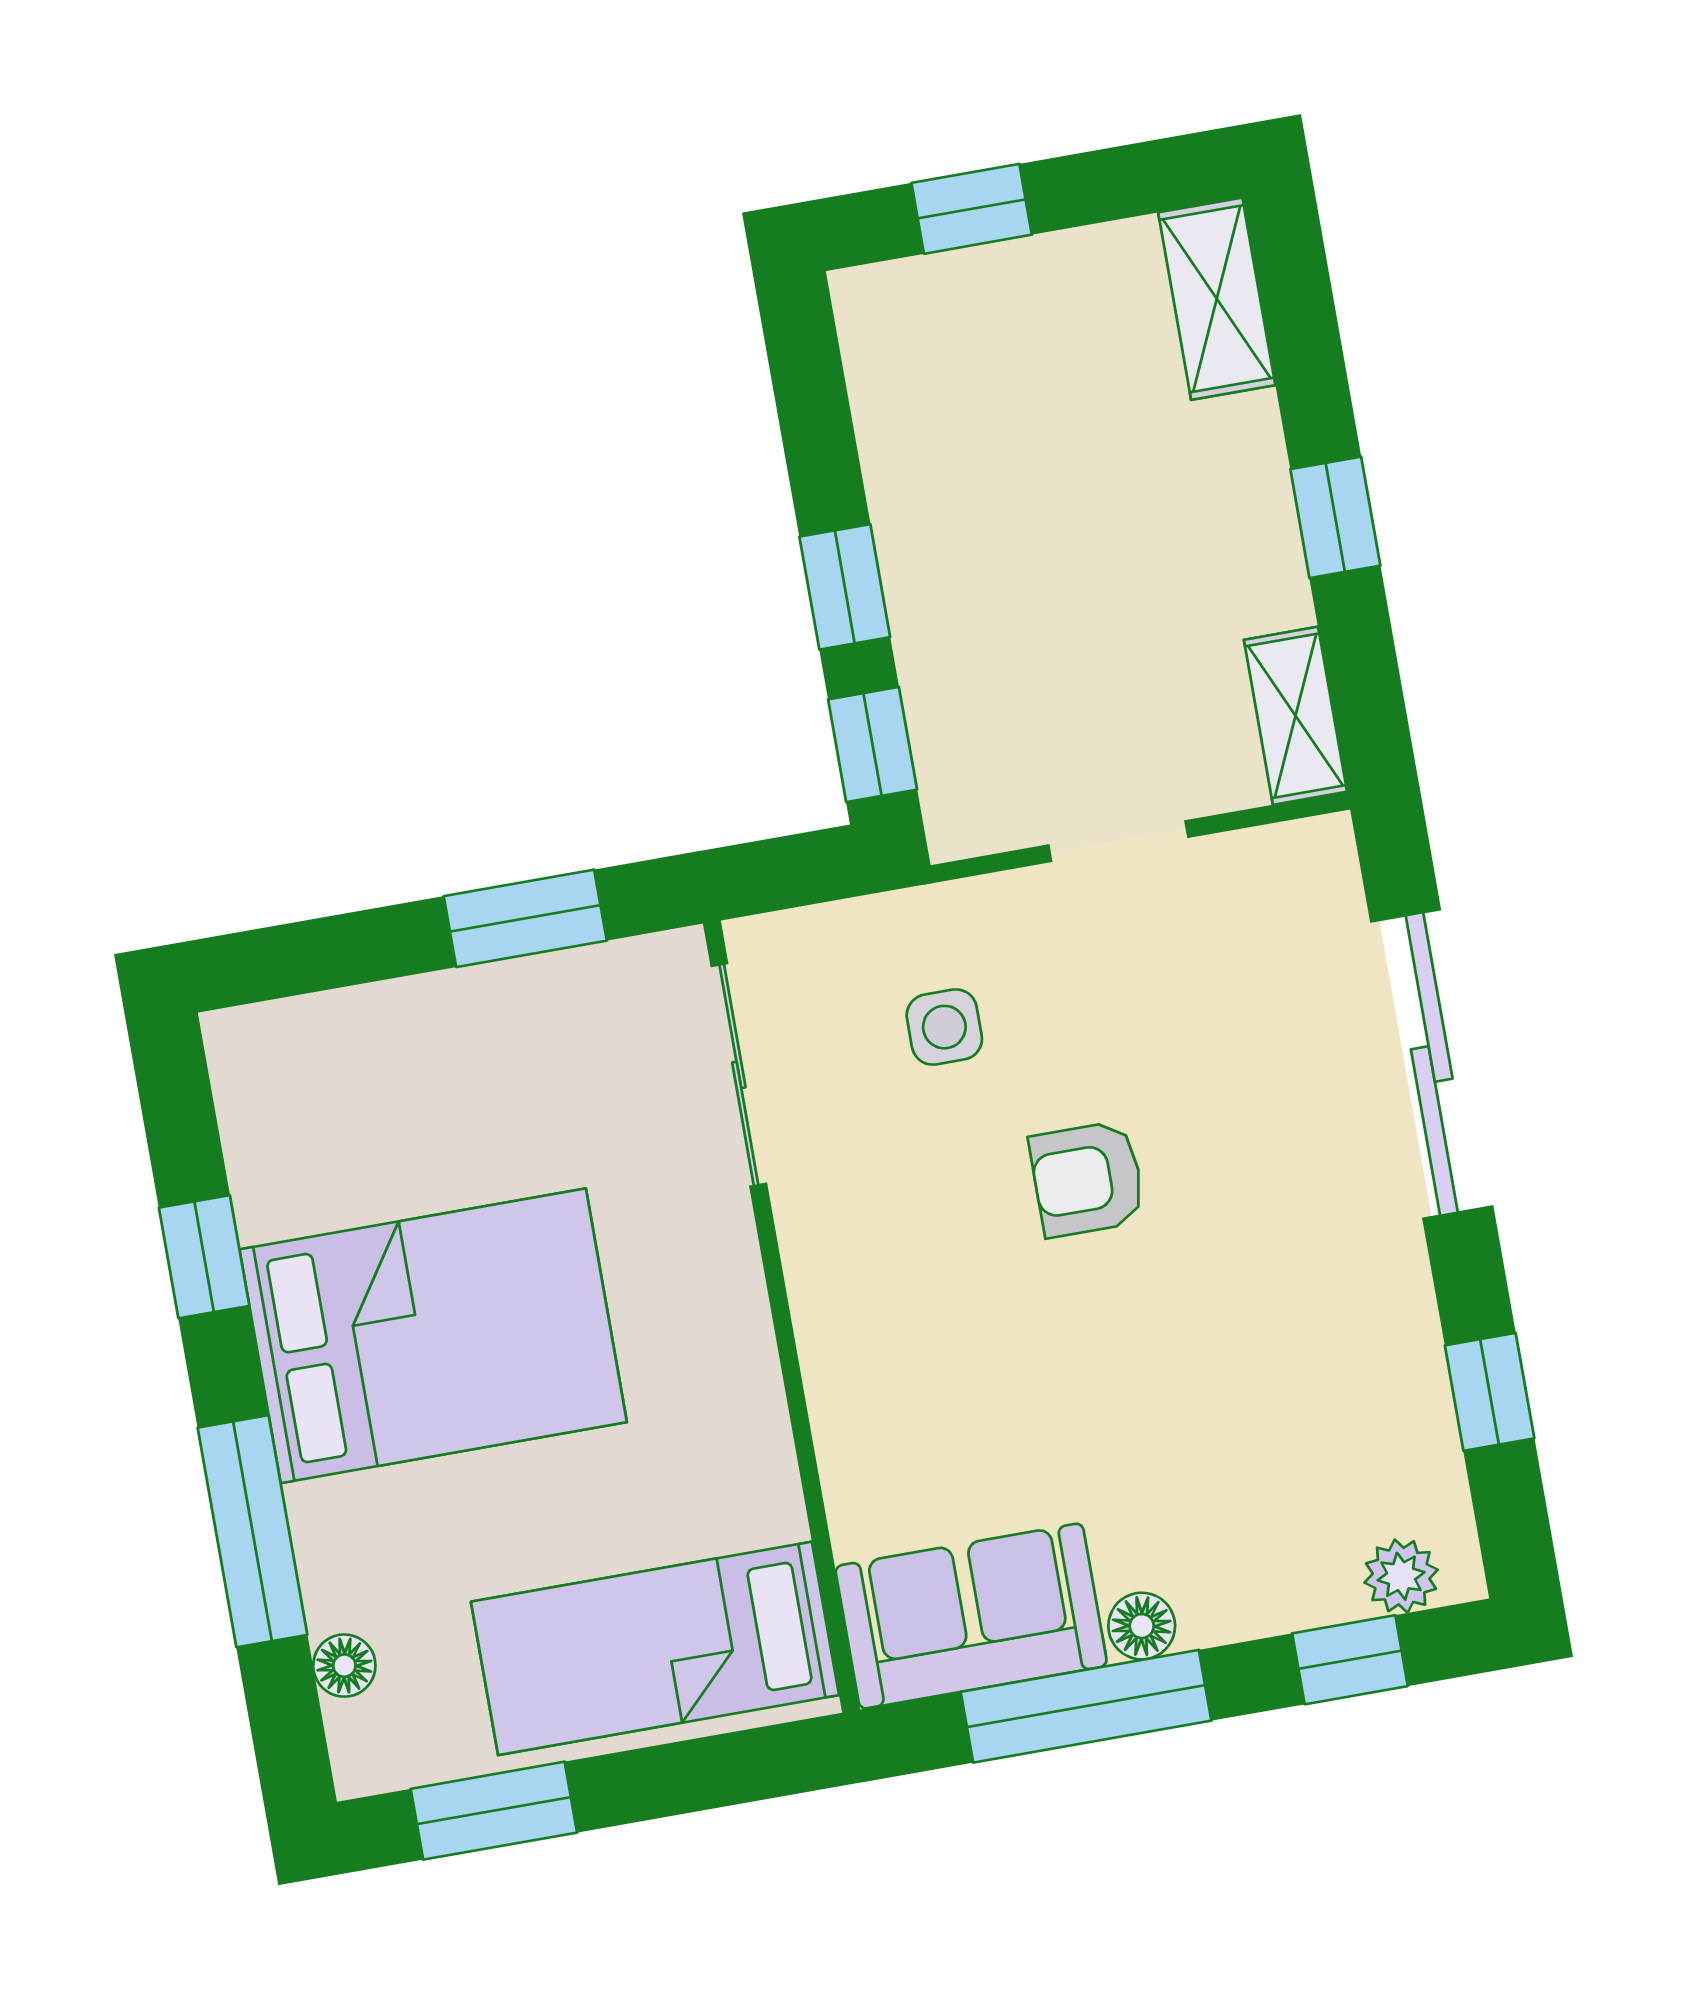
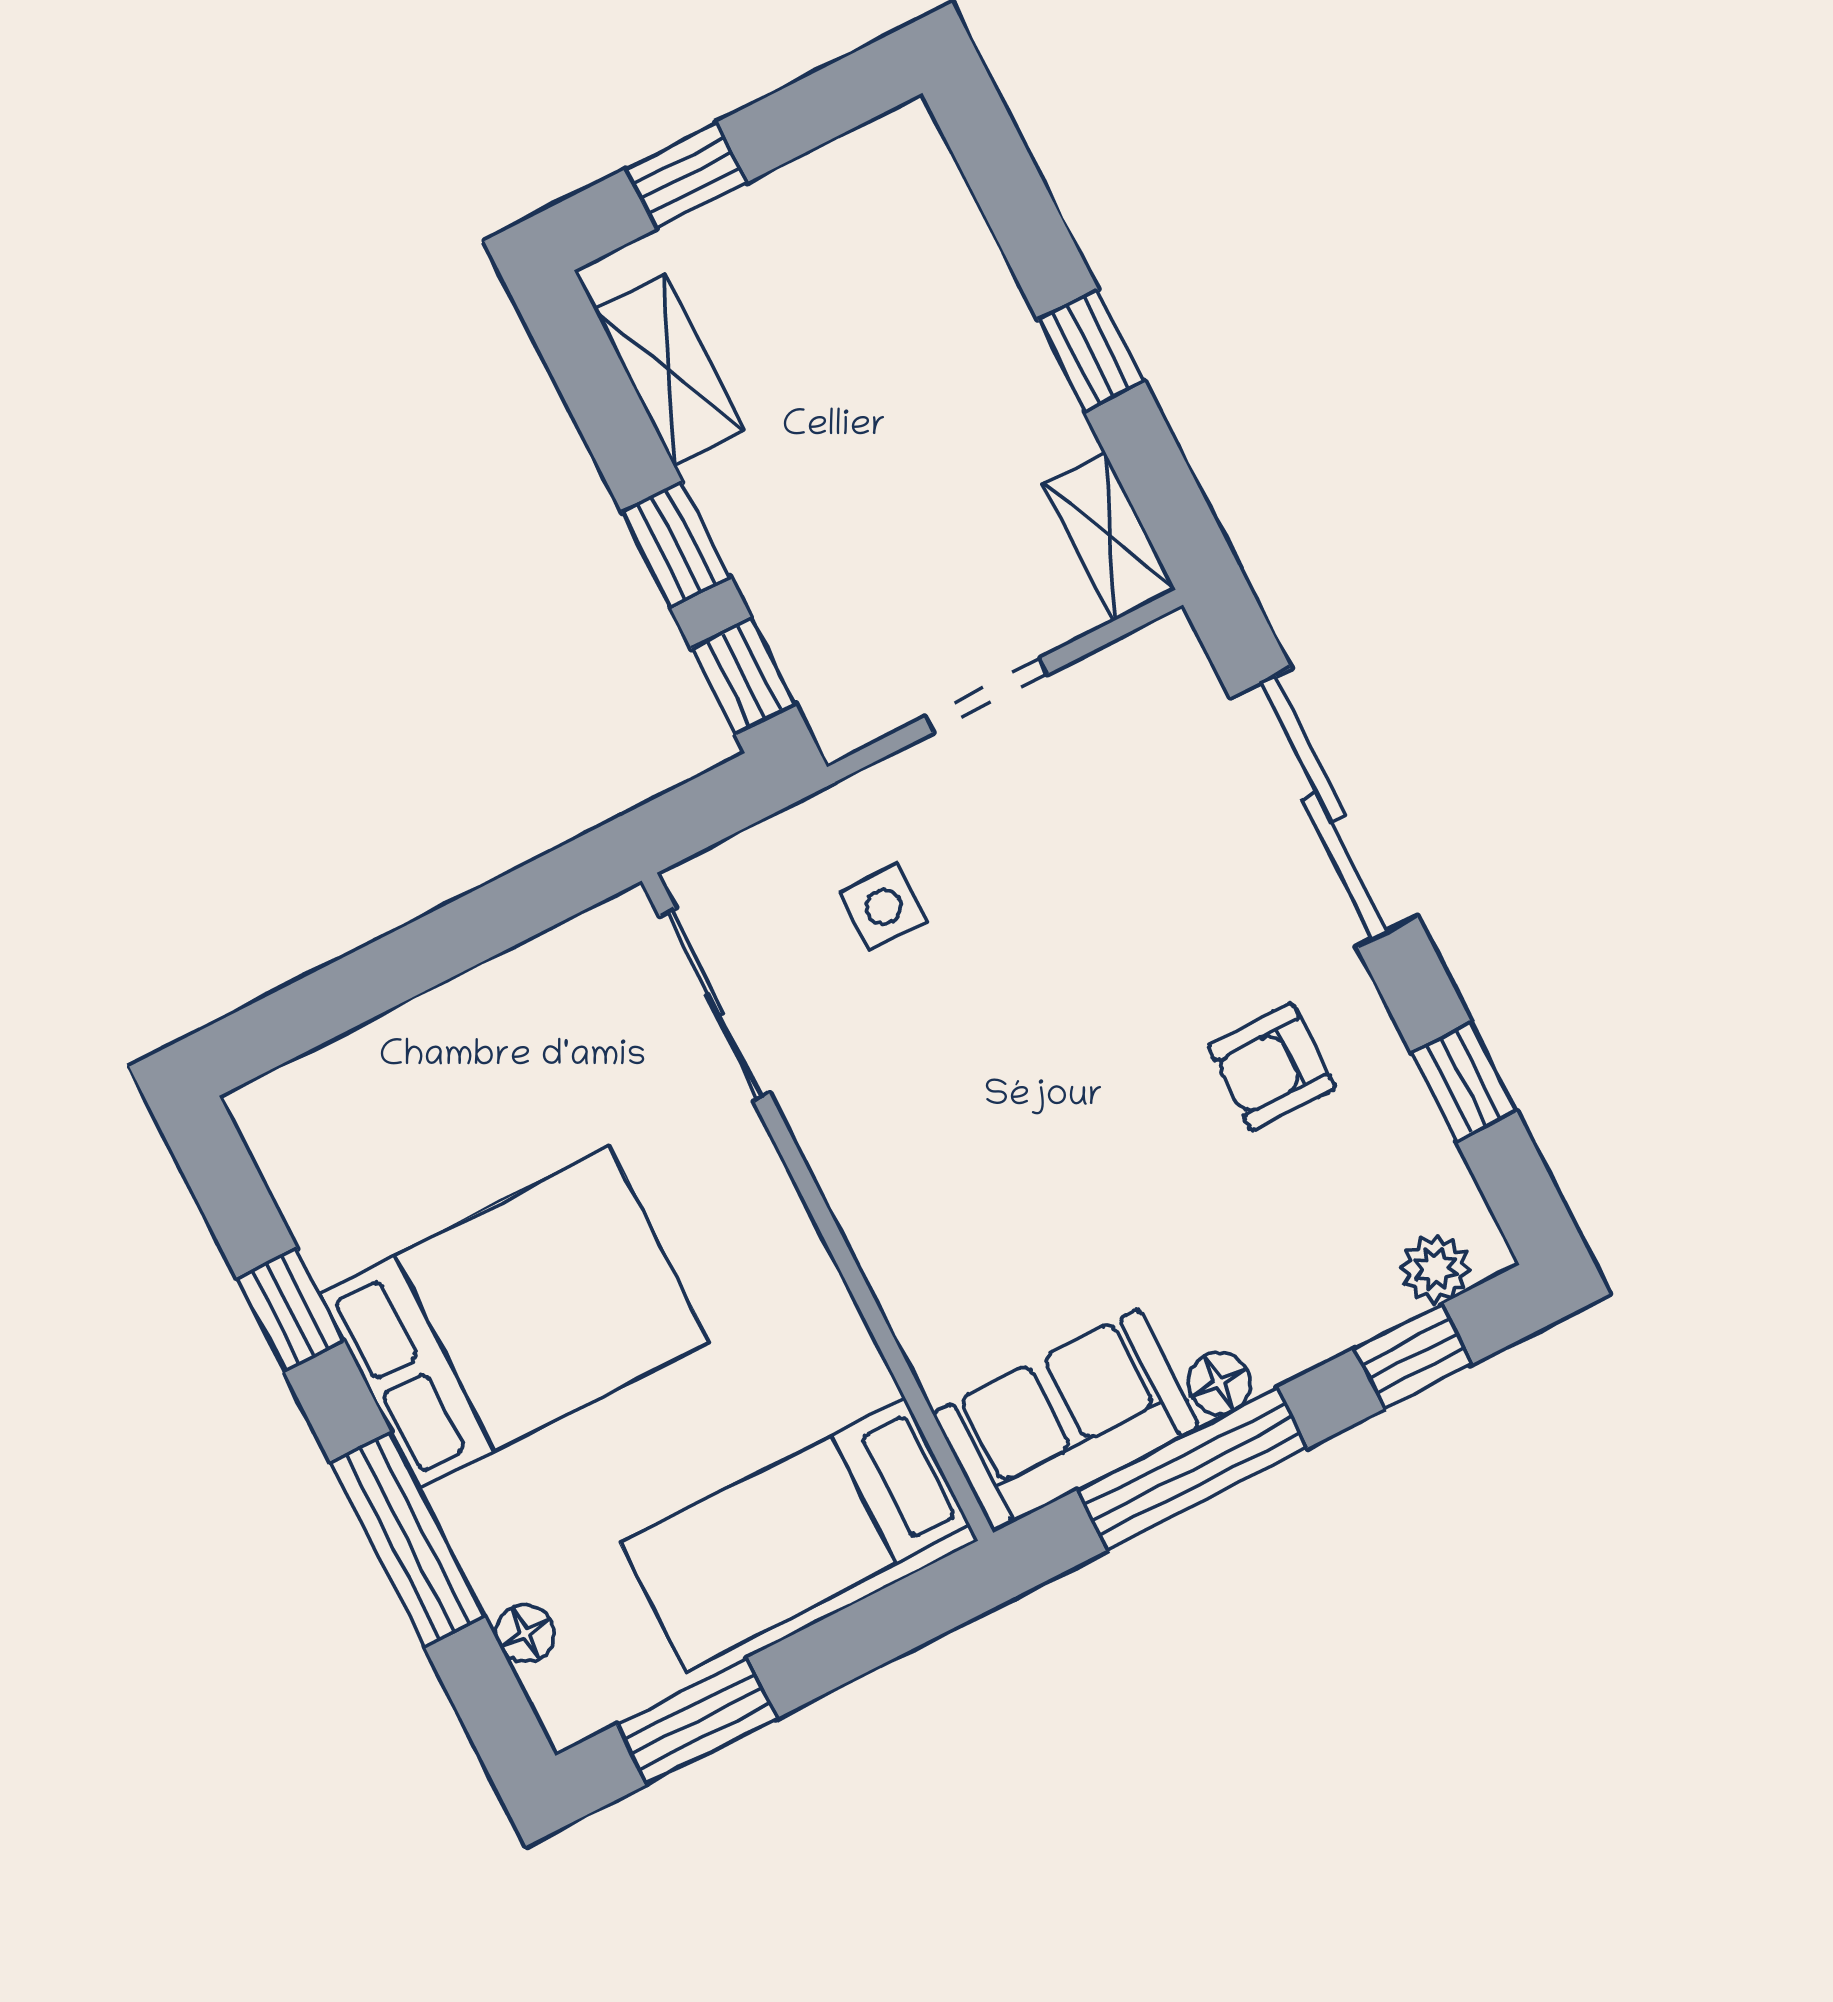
shelving: (1217, 299) -> (669, 370), moved
window: (525, 918) -> (483, 924), removed
armchair: (1087, 1179) -> (1271, 1067), moved

